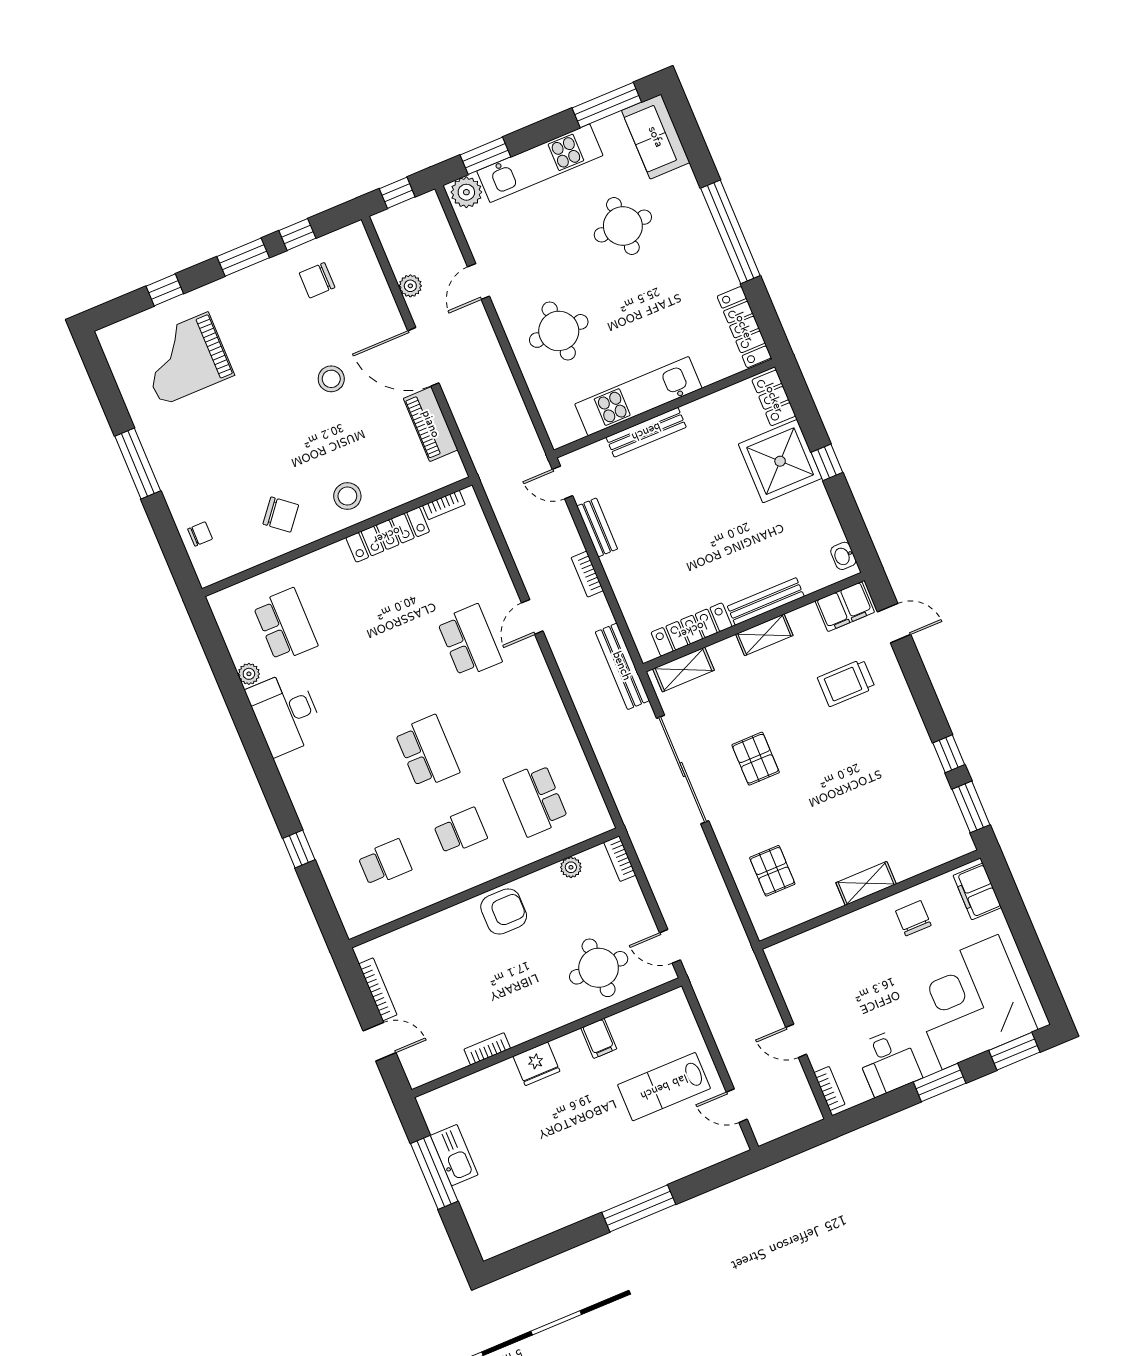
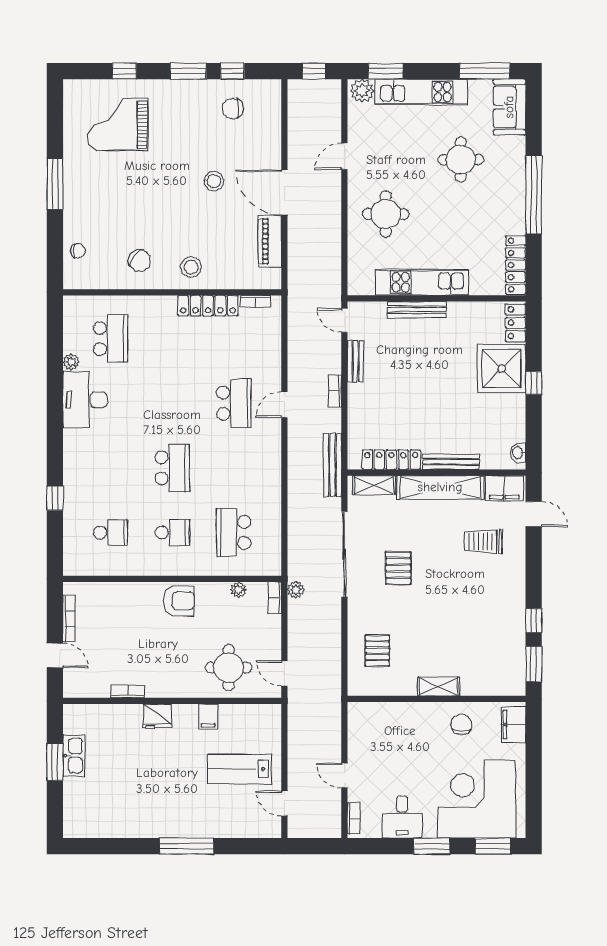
plant: (410, 286) -> (296, 590), moved
shelving: (764, 635) -> (440, 487), width x2.20, depth x1.33
window: (434, 1172) -> (55, 762), width x0.69

